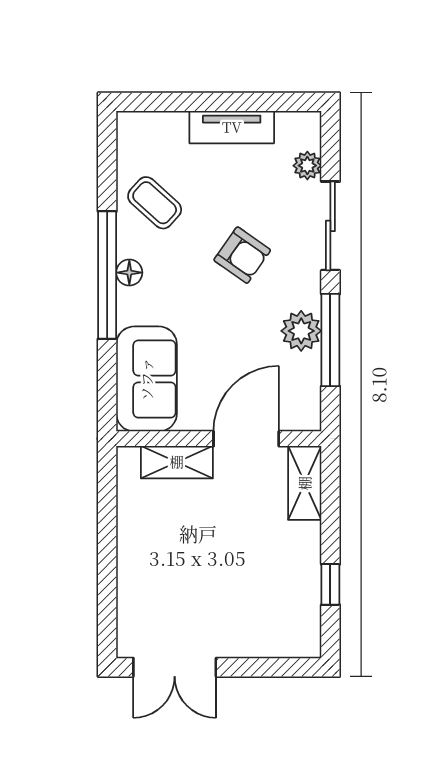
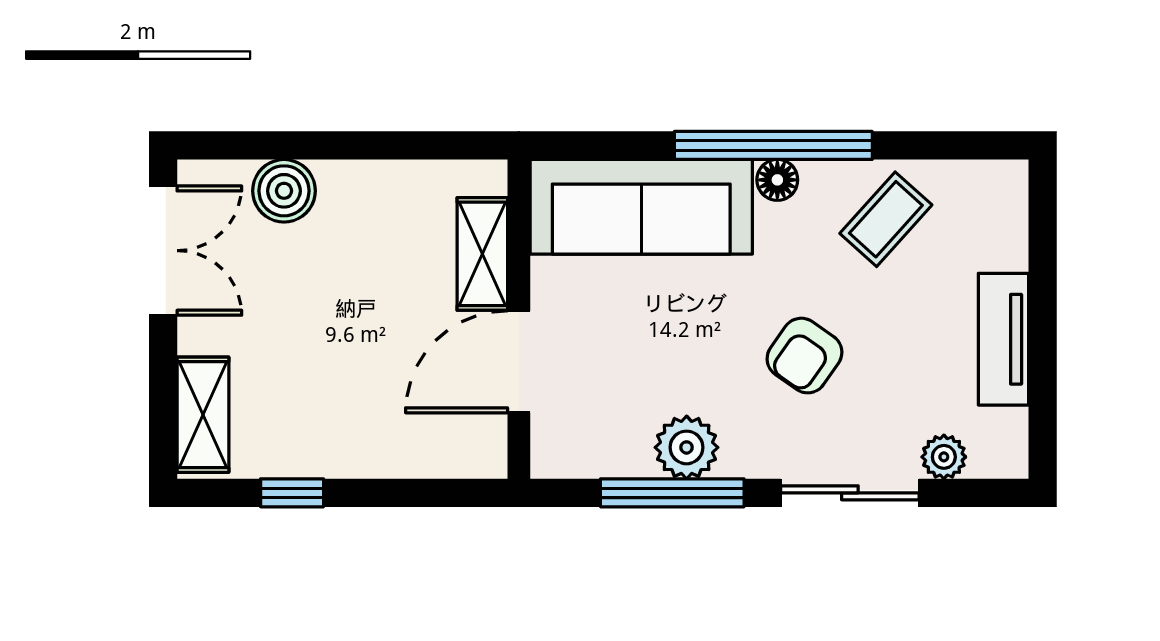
sofa: (147, 379) -> (641, 207), width x1.36
door: (246, 439) -> (519, 362), swing flipped
shelving: (305, 483) -> (203, 415), moved, turned 90
boiler: (136, 590) -> (284, 191), added
double door: (175, 667) -> (163, 251), swing flipped

